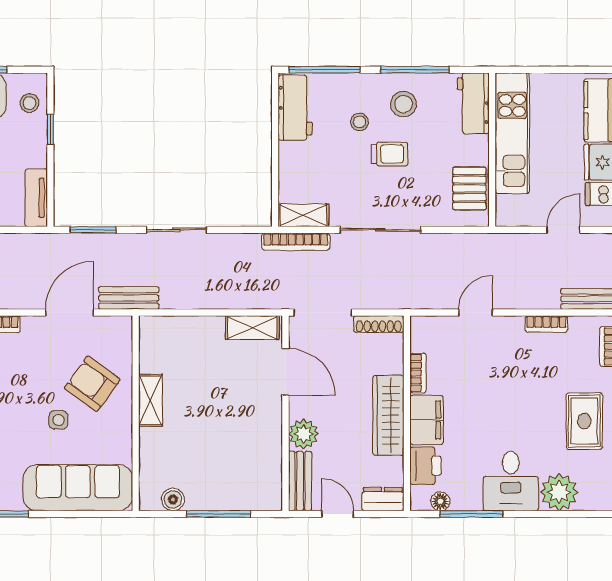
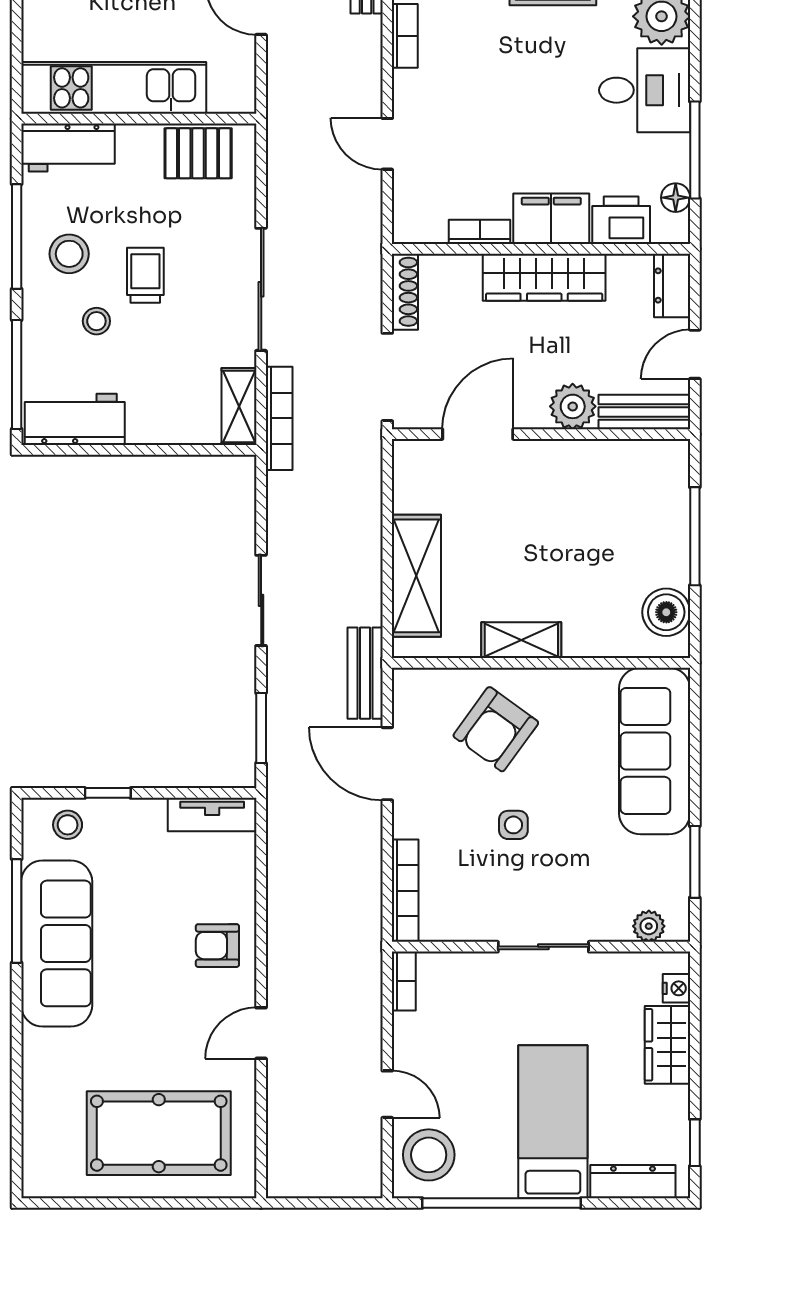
shelving: (252, 328) -> (416, 576), moved, width x1.50, depth x1.33
side table: (58, 420) -> (513, 825), moved
boiler: (173, 499) -> (666, 612), width x1.36, depth x1.36

